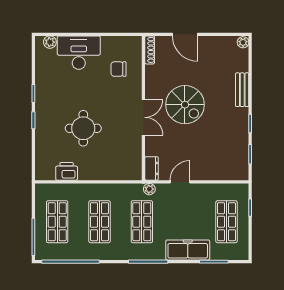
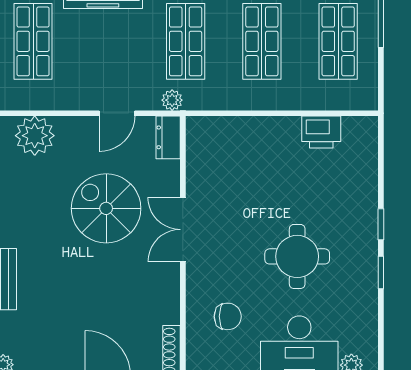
spiral stairs: (185, 105) -> (106, 208), moved
round table: (83, 128) -> (297, 256), moved
plant: (226, 169) -> (35, 136), added

